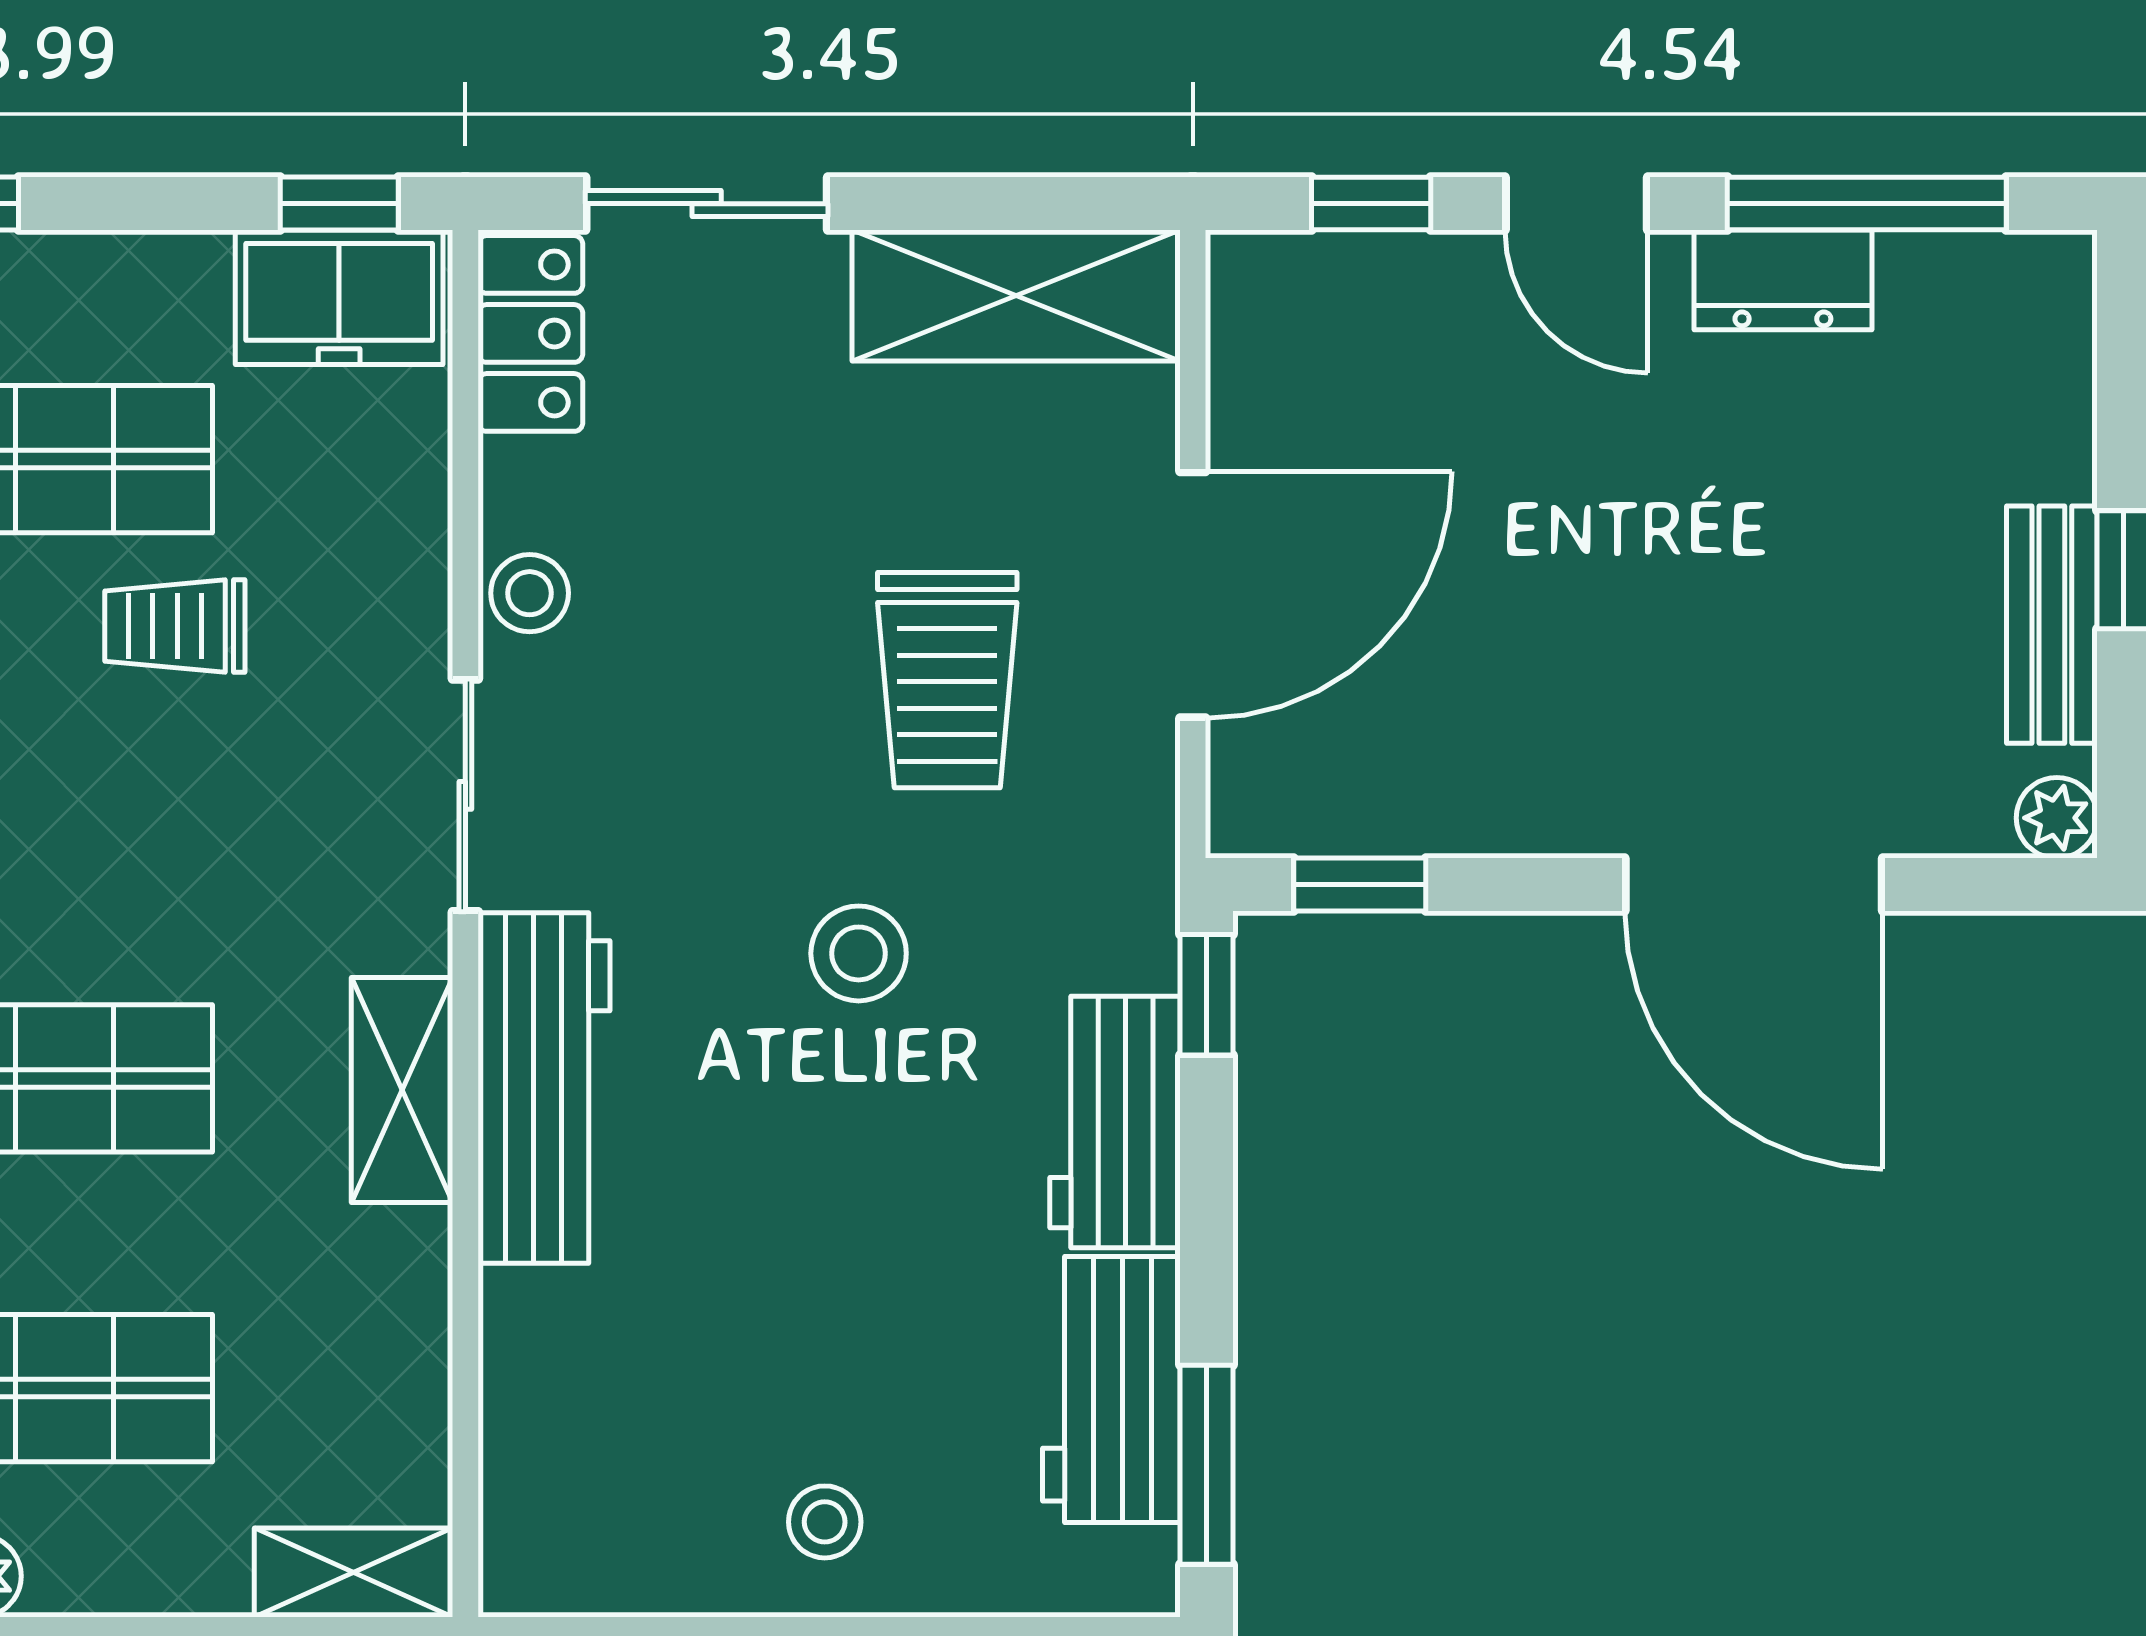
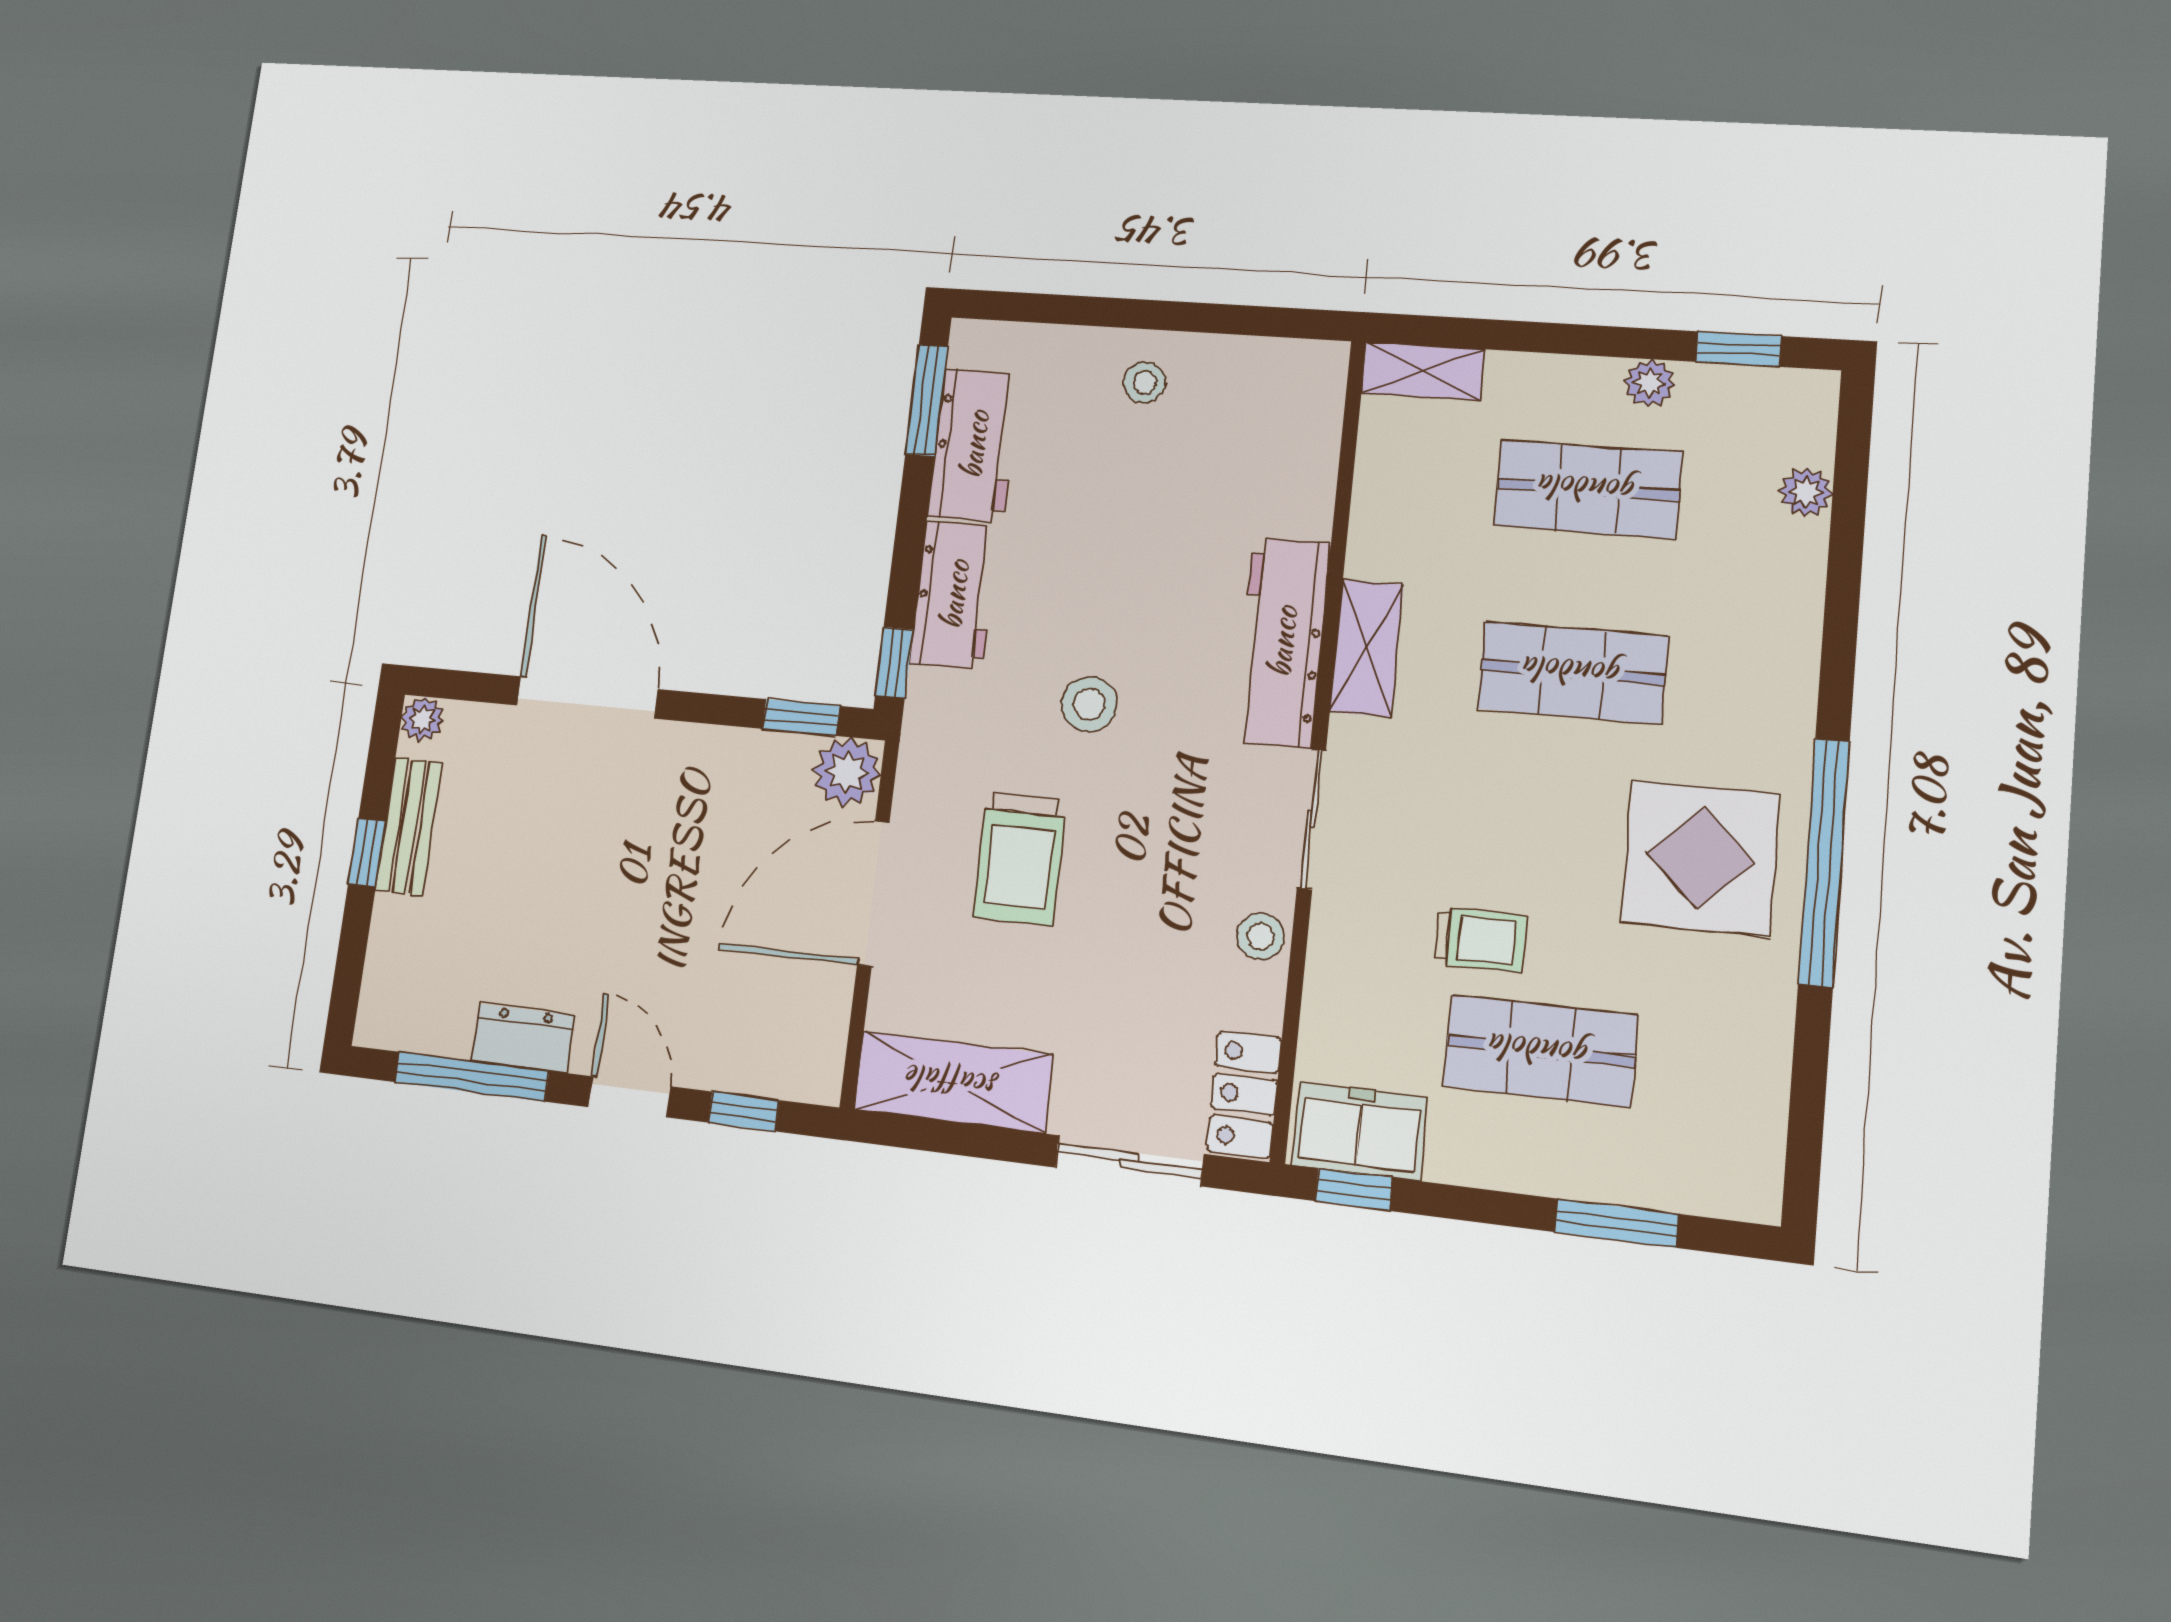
trolley: (947, 680) -> (1020, 858), turned 180
plant: (1266, 797) -> (847, 772), added

